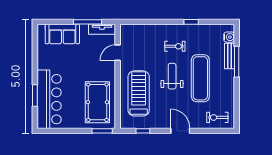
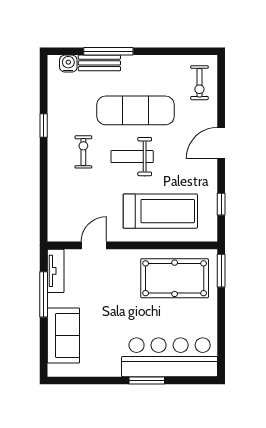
door: (118, 53) -> (94, 245), swing flipped
treadmill: (139, 93) -> (160, 211), turned 180
window: (35, 96) -> (147, 380), moved

